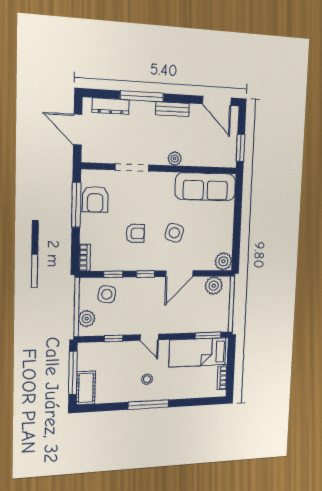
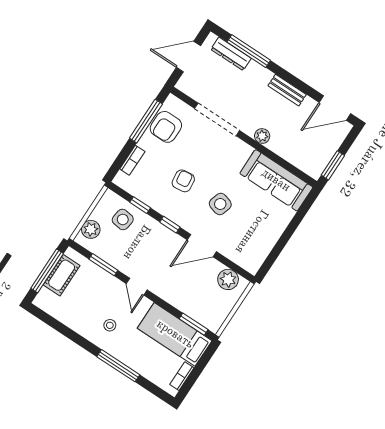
window: (142, 96) -> (249, 51), moved
door: (217, 101) -> (335, 108), hinge flipped
door: (78, 130) -> (188, 57), hinge flipped
doorway: (132, 167) -> (217, 120), width x1.36
armchair: (135, 233) -> (183, 181), turned -97
bookcase: (85, 258) -> (132, 160), moved
plant: (223, 261) -> (252, 262), removed
window: (114, 338) -> (103, 265), width x1.50
cot: (86, 388) -> (62, 275), moved
window: (148, 405) -> (118, 366), moved

